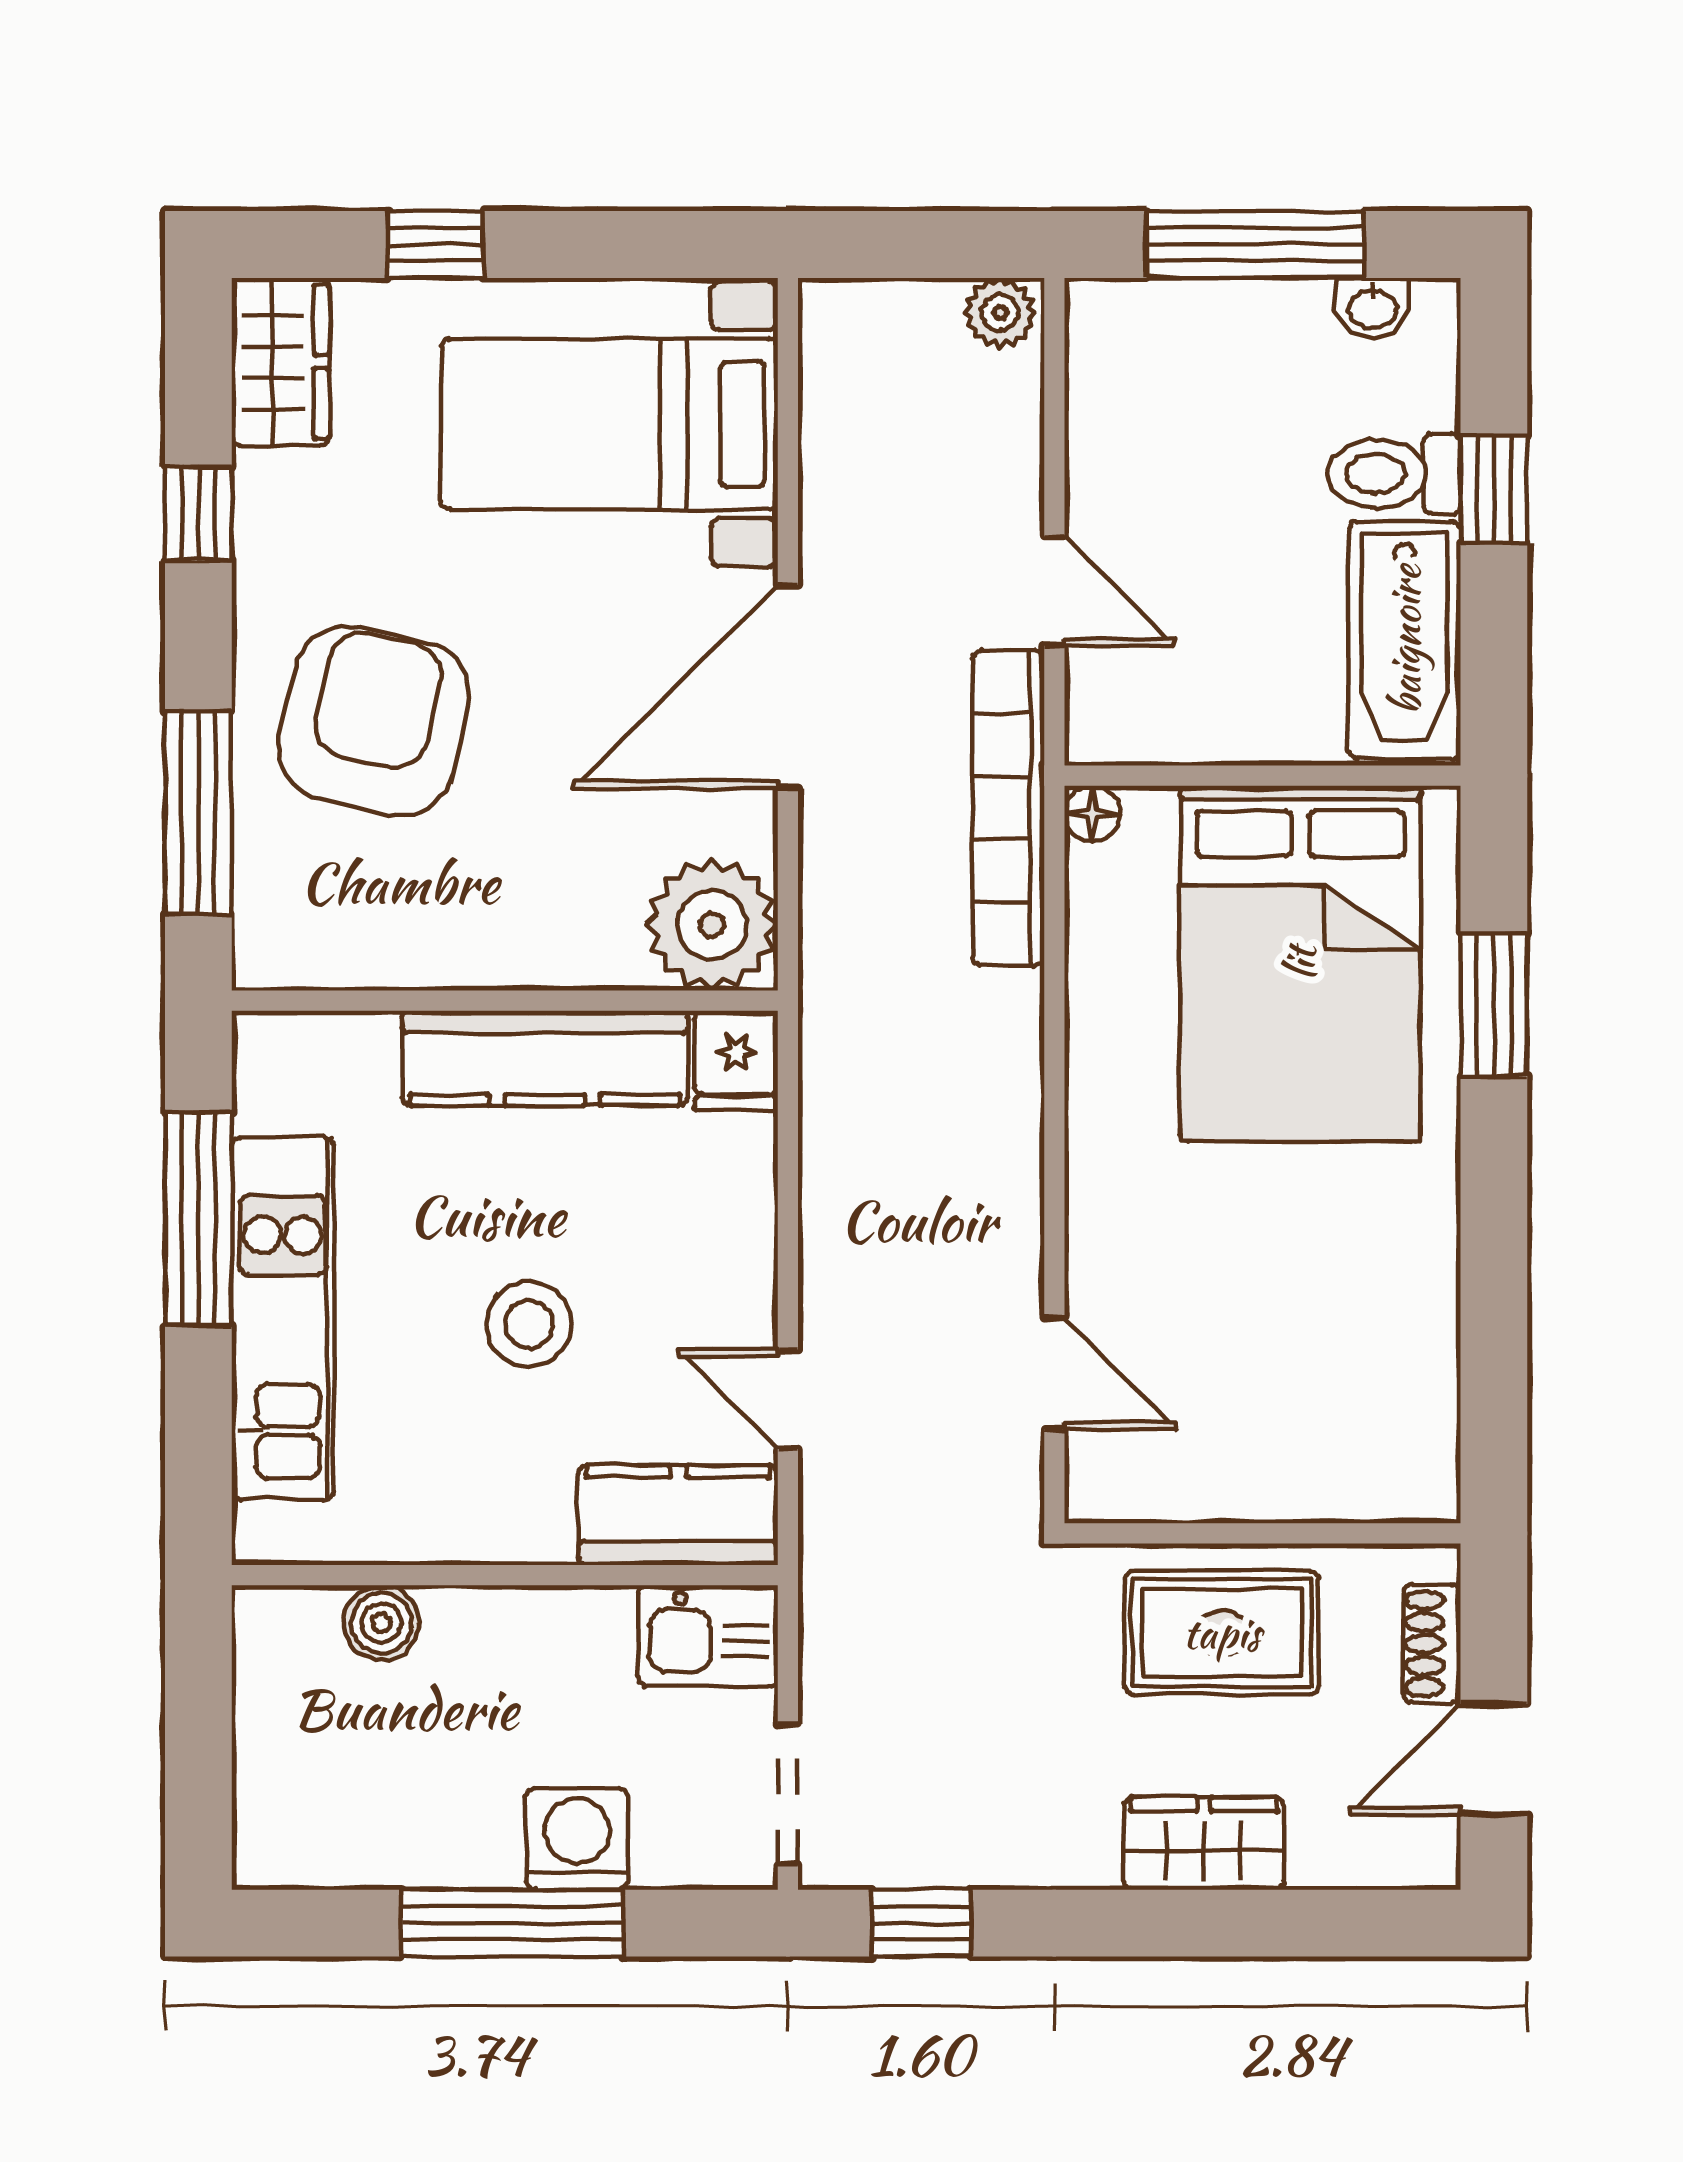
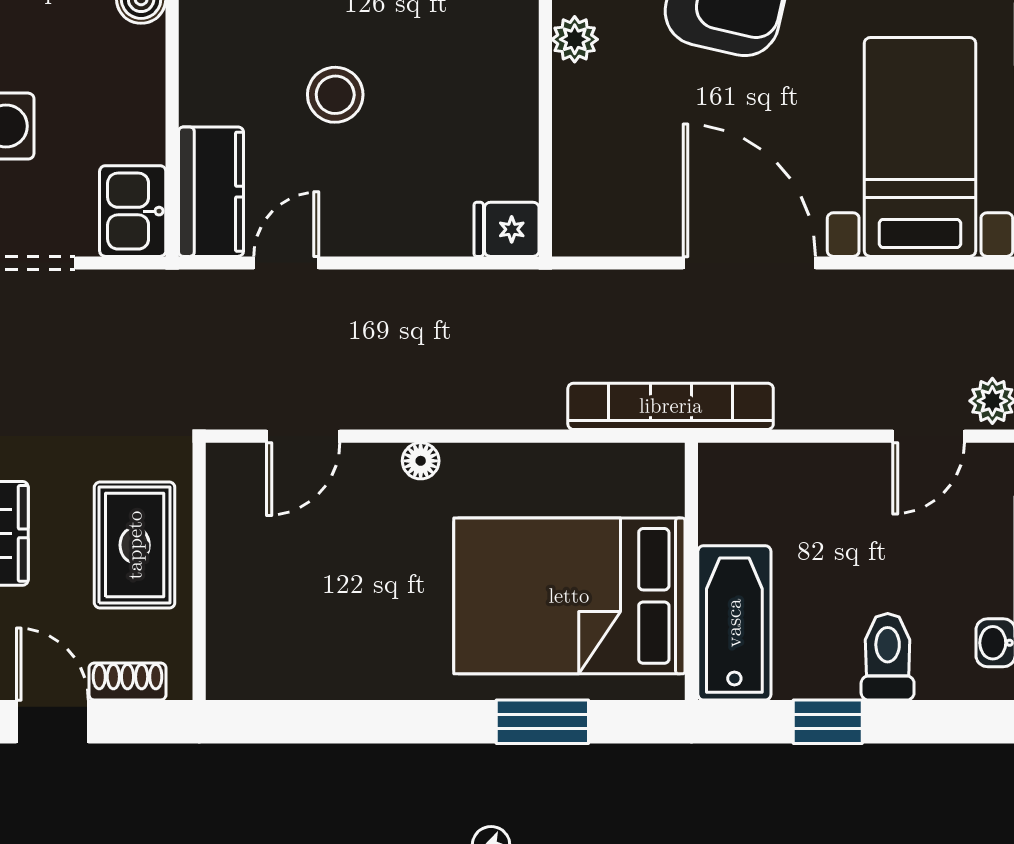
window: (1494, 489) -> (828, 722), moved
door: (1054, 591) -> (929, 436), moved
bathtub: (1405, 640) -> (734, 623), moved, turned 90
floor lamp: (1092, 814) -> (421, 461), moved
plant: (712, 925) -> (575, 39), moved, width x0.53, depth x0.53
kitchen counter: (545, 1058) -> (508, 105), removed

